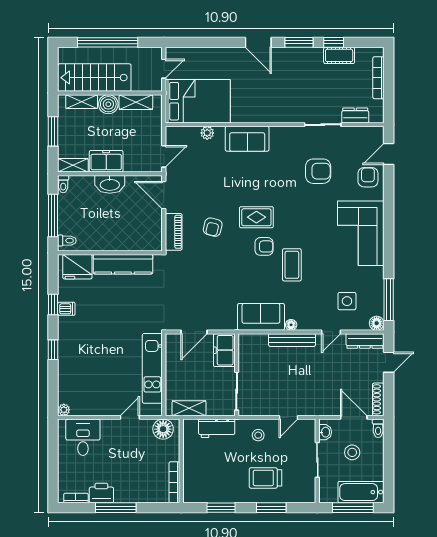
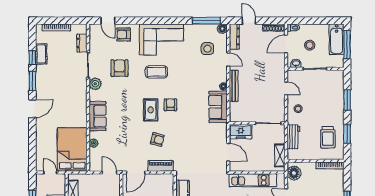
plant: (295, 135) -> (95, 84), added
coffee table: (292, 265) -> (156, 72), moved
trolley: (266, 478) -> (328, 137), moved

